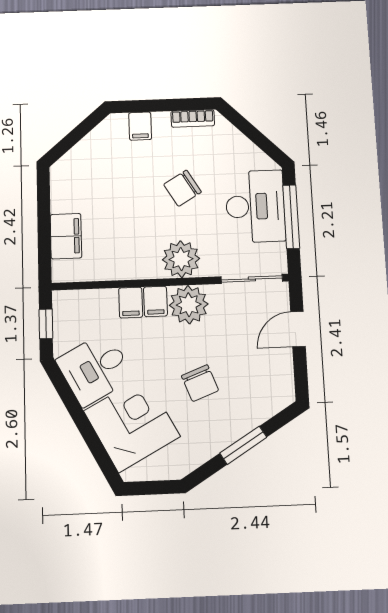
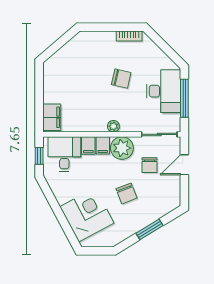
filing cabinet: (140, 126) -> (97, 39), removed
chair: (182, 188) -> (121, 79), turned -136
filing cabinet: (66, 236) -> (52, 117), moved
plant: (181, 259) -> (113, 126), width x0.53, depth x0.53
chair: (238, 332) -> (150, 165), added
desk: (95, 369) -> (64, 154), moved, turned 118

